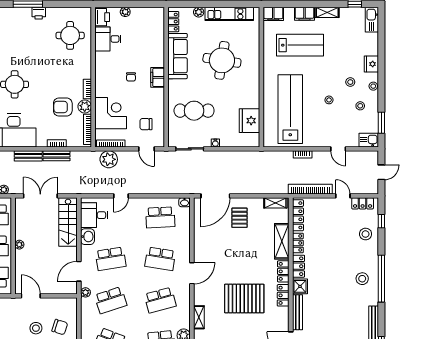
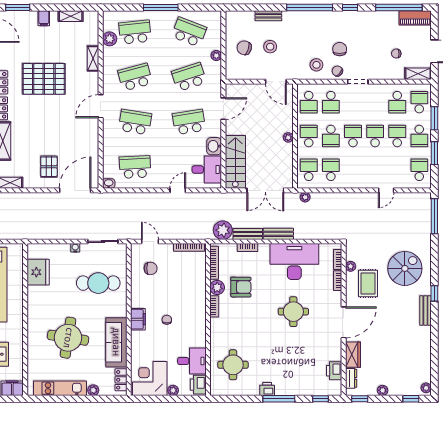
corner desk: (111, 113) -> (150, 379), moved, turned 90
plant: (109, 159) -> (223, 230), moved
plant: (85, 292) -> (216, 56), moved

